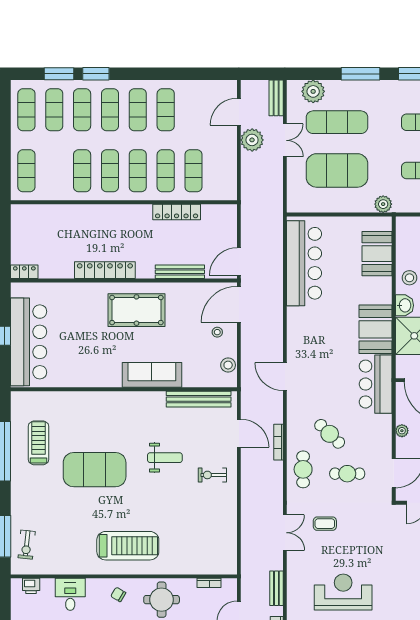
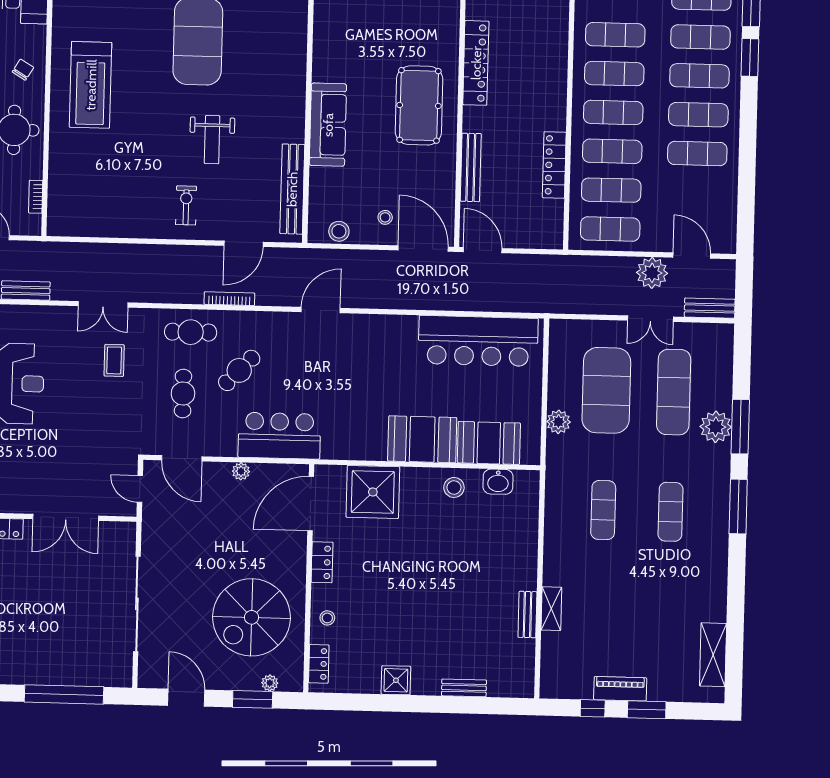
plant: (313, 91) -> (716, 427), moved
exercise mat: (221, 171) -> (610, 229), added
plant: (383, 204) -> (559, 422), moved
washbasin: (405, 305) -> (498, 482), moved
booth: (376, 329) -> (422, 439), moved
bar counter: (376, 384) -> (279, 436), moved

